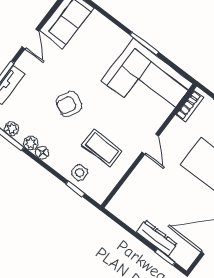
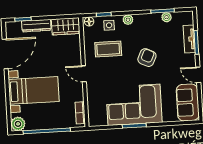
corner sofa: (147, 82) -> (134, 105), moved
plant: (31, 143) -> (128, 20), moved
floor lamp: (42, 153) -> (89, 21), moved
wardrobe: (126, 211) -> (66, 26), added

